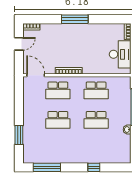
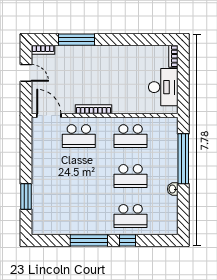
window: (75, 19) -> (76, 40), moved
door: (19, 44) -> (26, 73), hinge flipped
school desk: (58, 120) -> (131, 216), moved
window: (47, 167) -> (89, 240), moved

